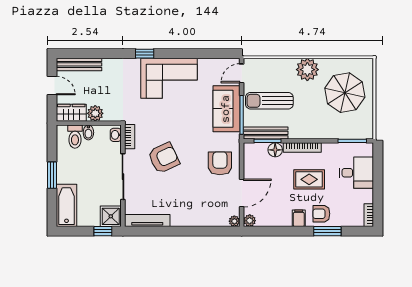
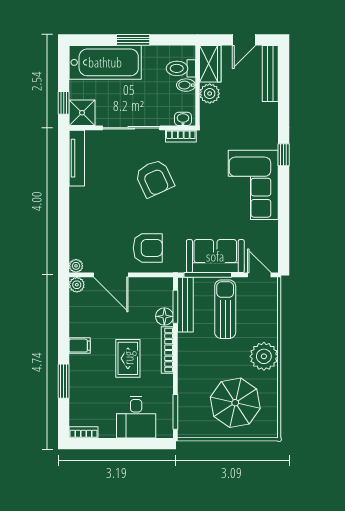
bathtub: (66, 205) -> (105, 62), width x1.36, depth x1.36
armchair: (321, 214) -> (85, 374), removed

